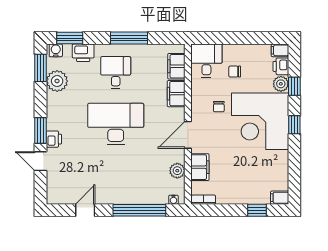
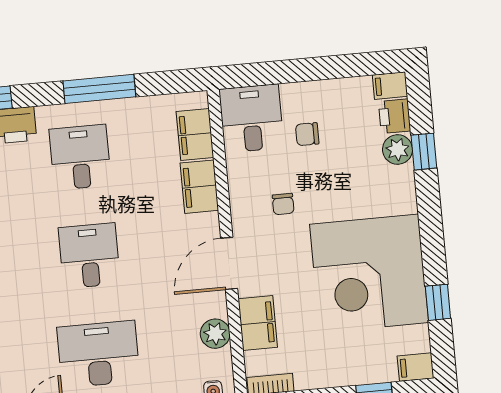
corner desk: (260, 121) -> (369, 273), moved
desk: (116, 124) -> (89, 256), width x0.53, depth x0.77
window: (294, 125) -> (438, 302), moved
desk: (116, 176) -> (98, 354), added

